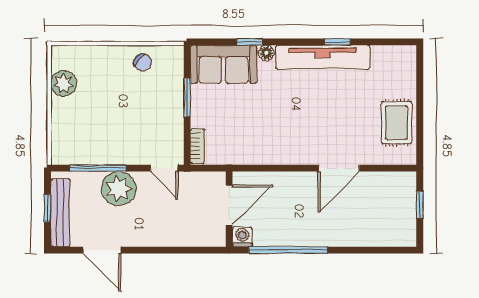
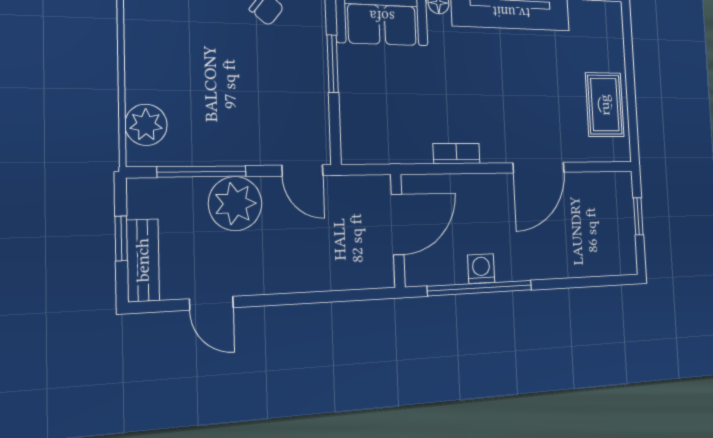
plant: (64, 83) -> (146, 125), moved
bookcase: (197, 146) -> (457, 154), moved, turned -90
bench: (60, 213) -> (143, 260), width x0.73
washing machine: (242, 237) -> (481, 269), moved
door: (102, 250) -> (211, 303), width x0.73

